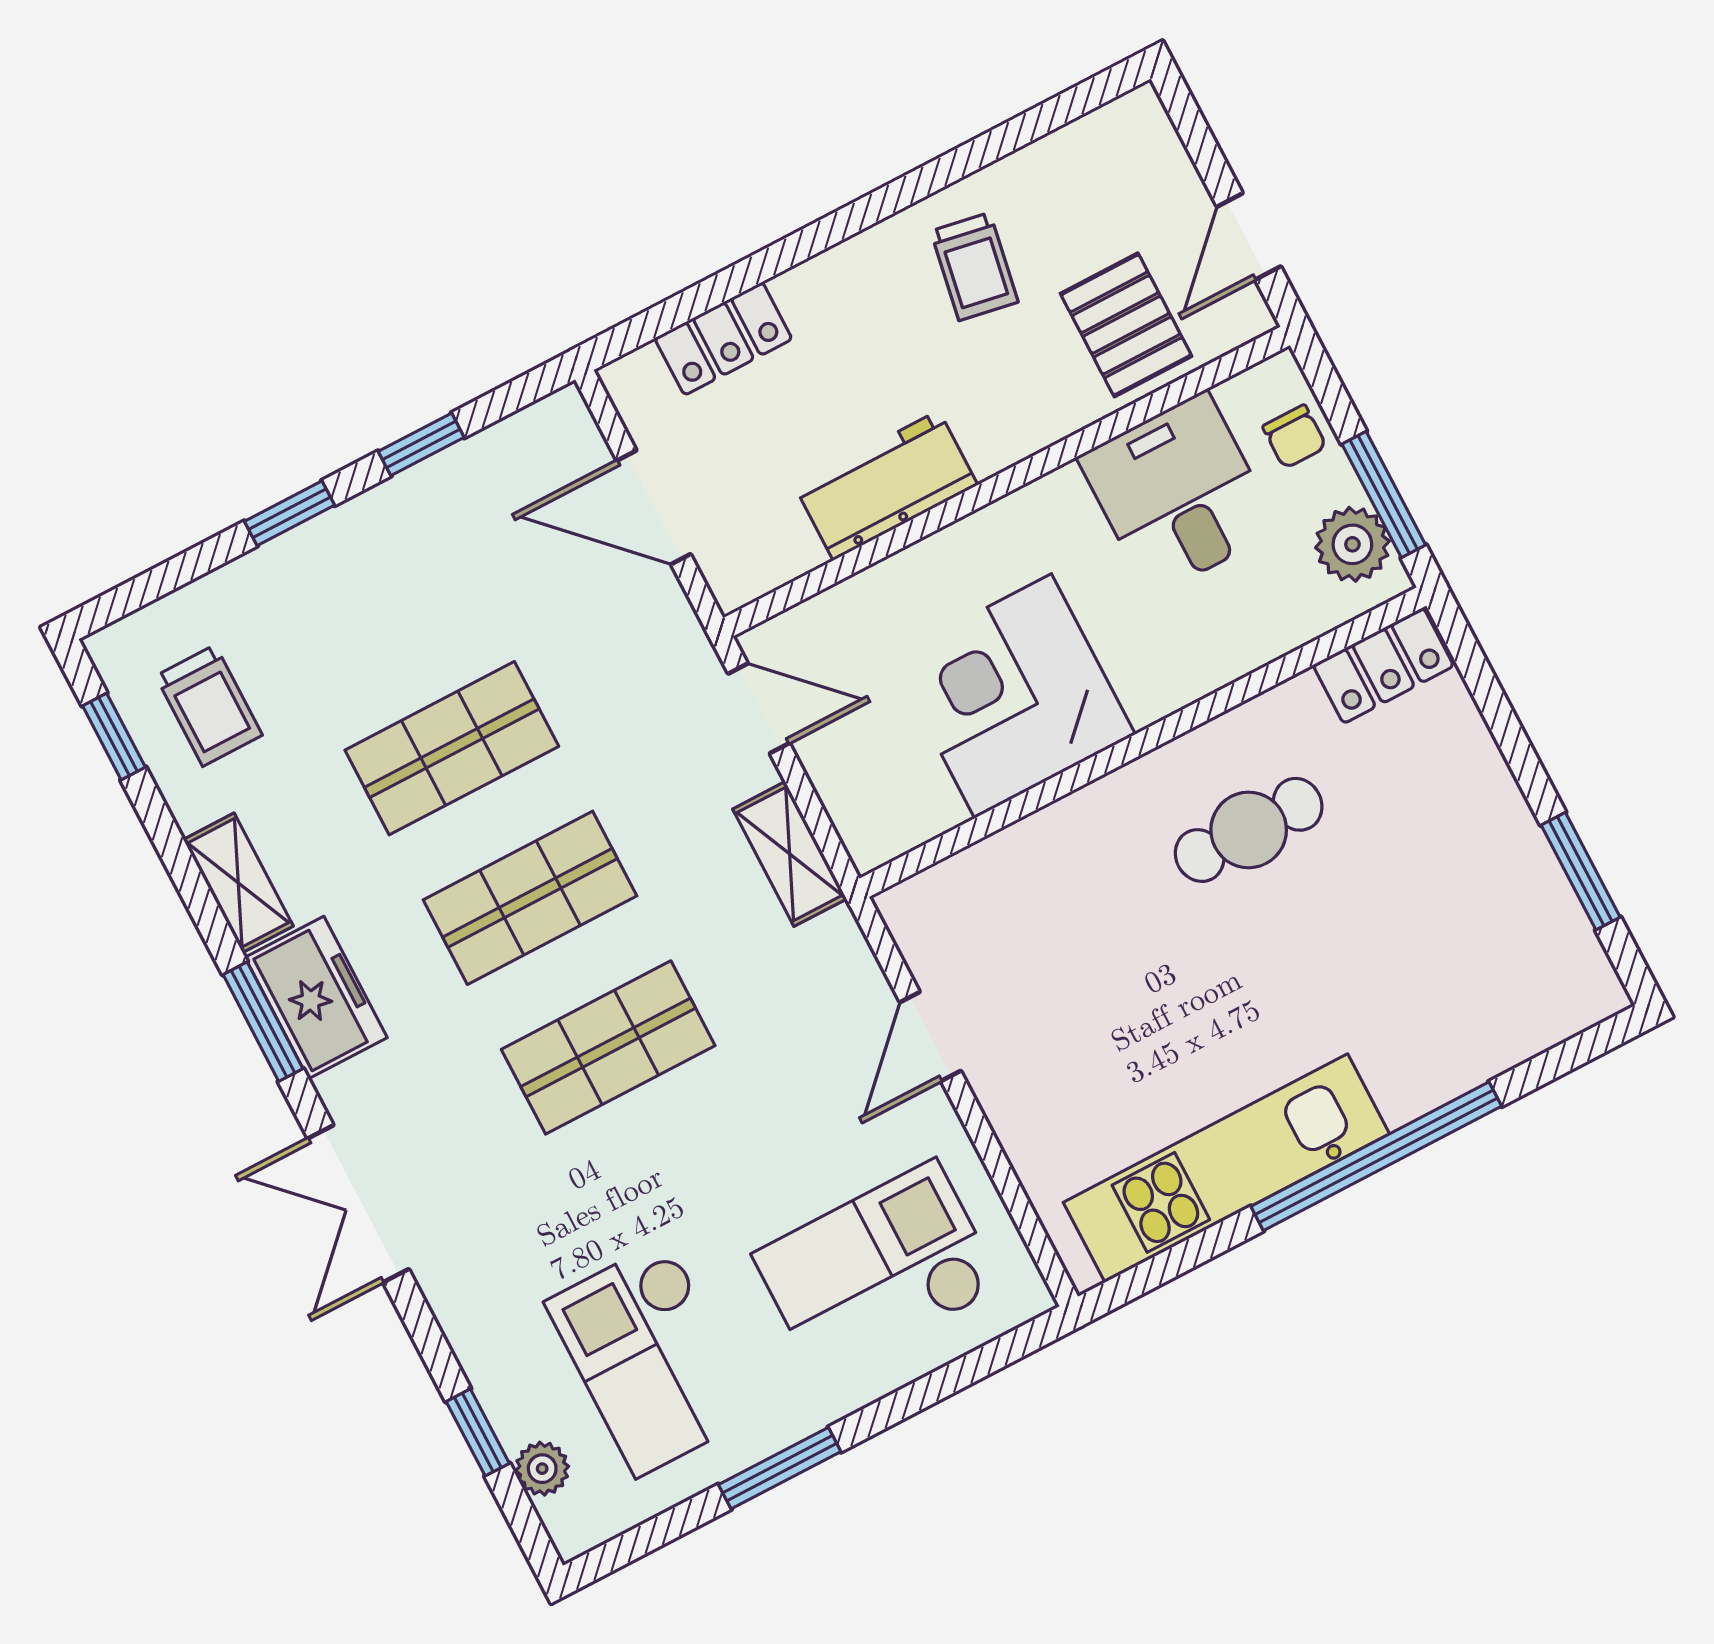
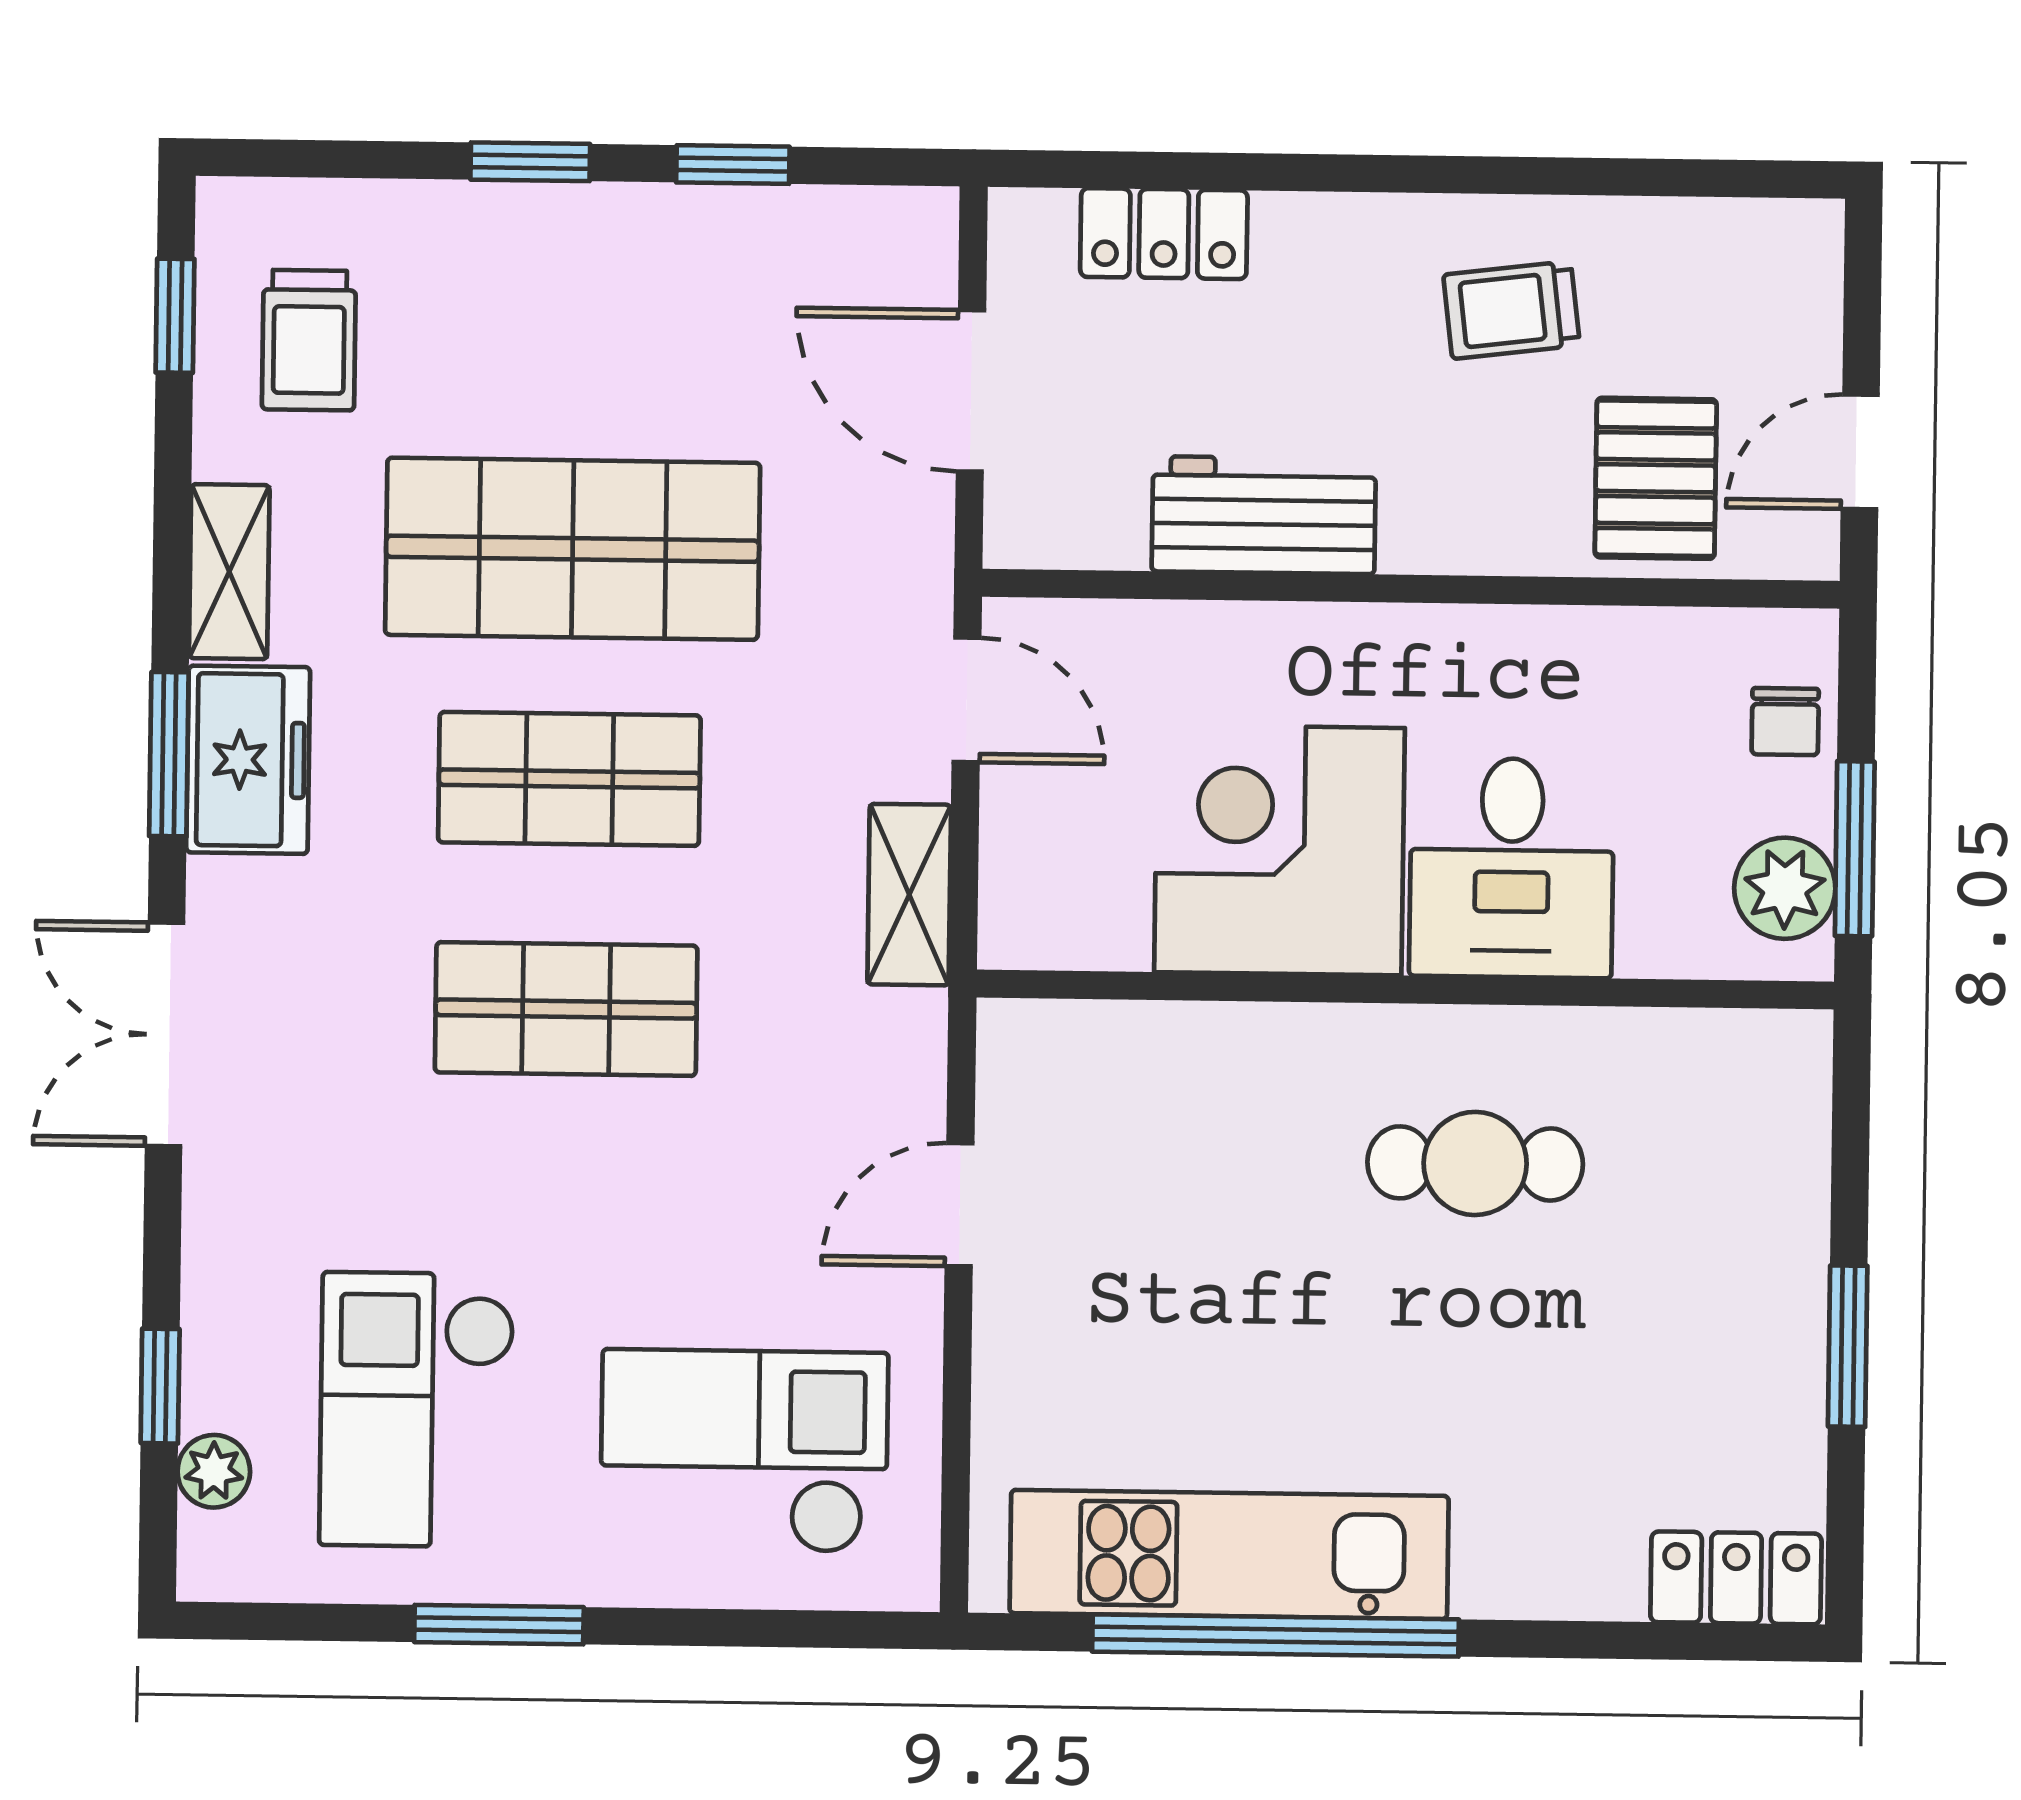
trolley: (974, 267) -> (1512, 310), turned 73
desk: (1178, 494) -> (1512, 868), moved, turned 180
locker: (1383, 666) -> (1736, 1578), moved, turned 180
shop shelf: (452, 748) -> (573, 549), width x1.43, depth x1.36
window: (1581, 871) -> (1848, 1346), moved
window: (1376, 1156) -> (1276, 1636), moved

